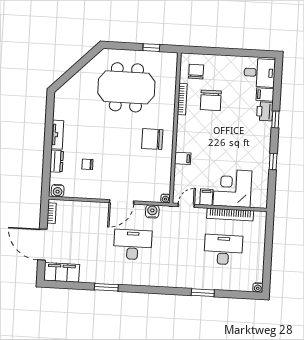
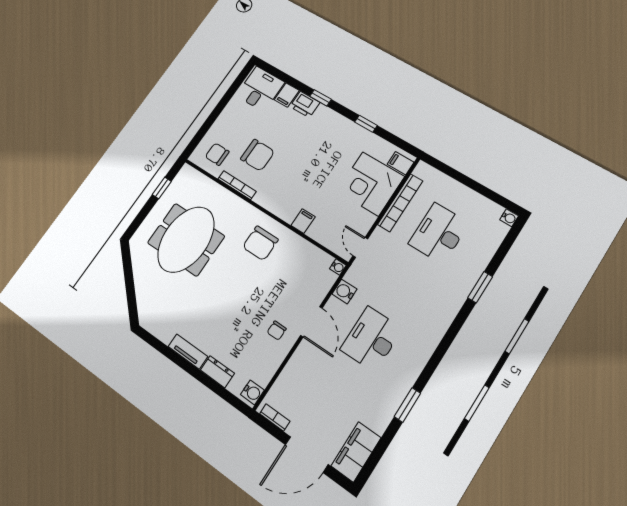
chair: (87, 164) -> (277, 331), moved
filing cabinet: (206, 197) -> (401, 163), moved

